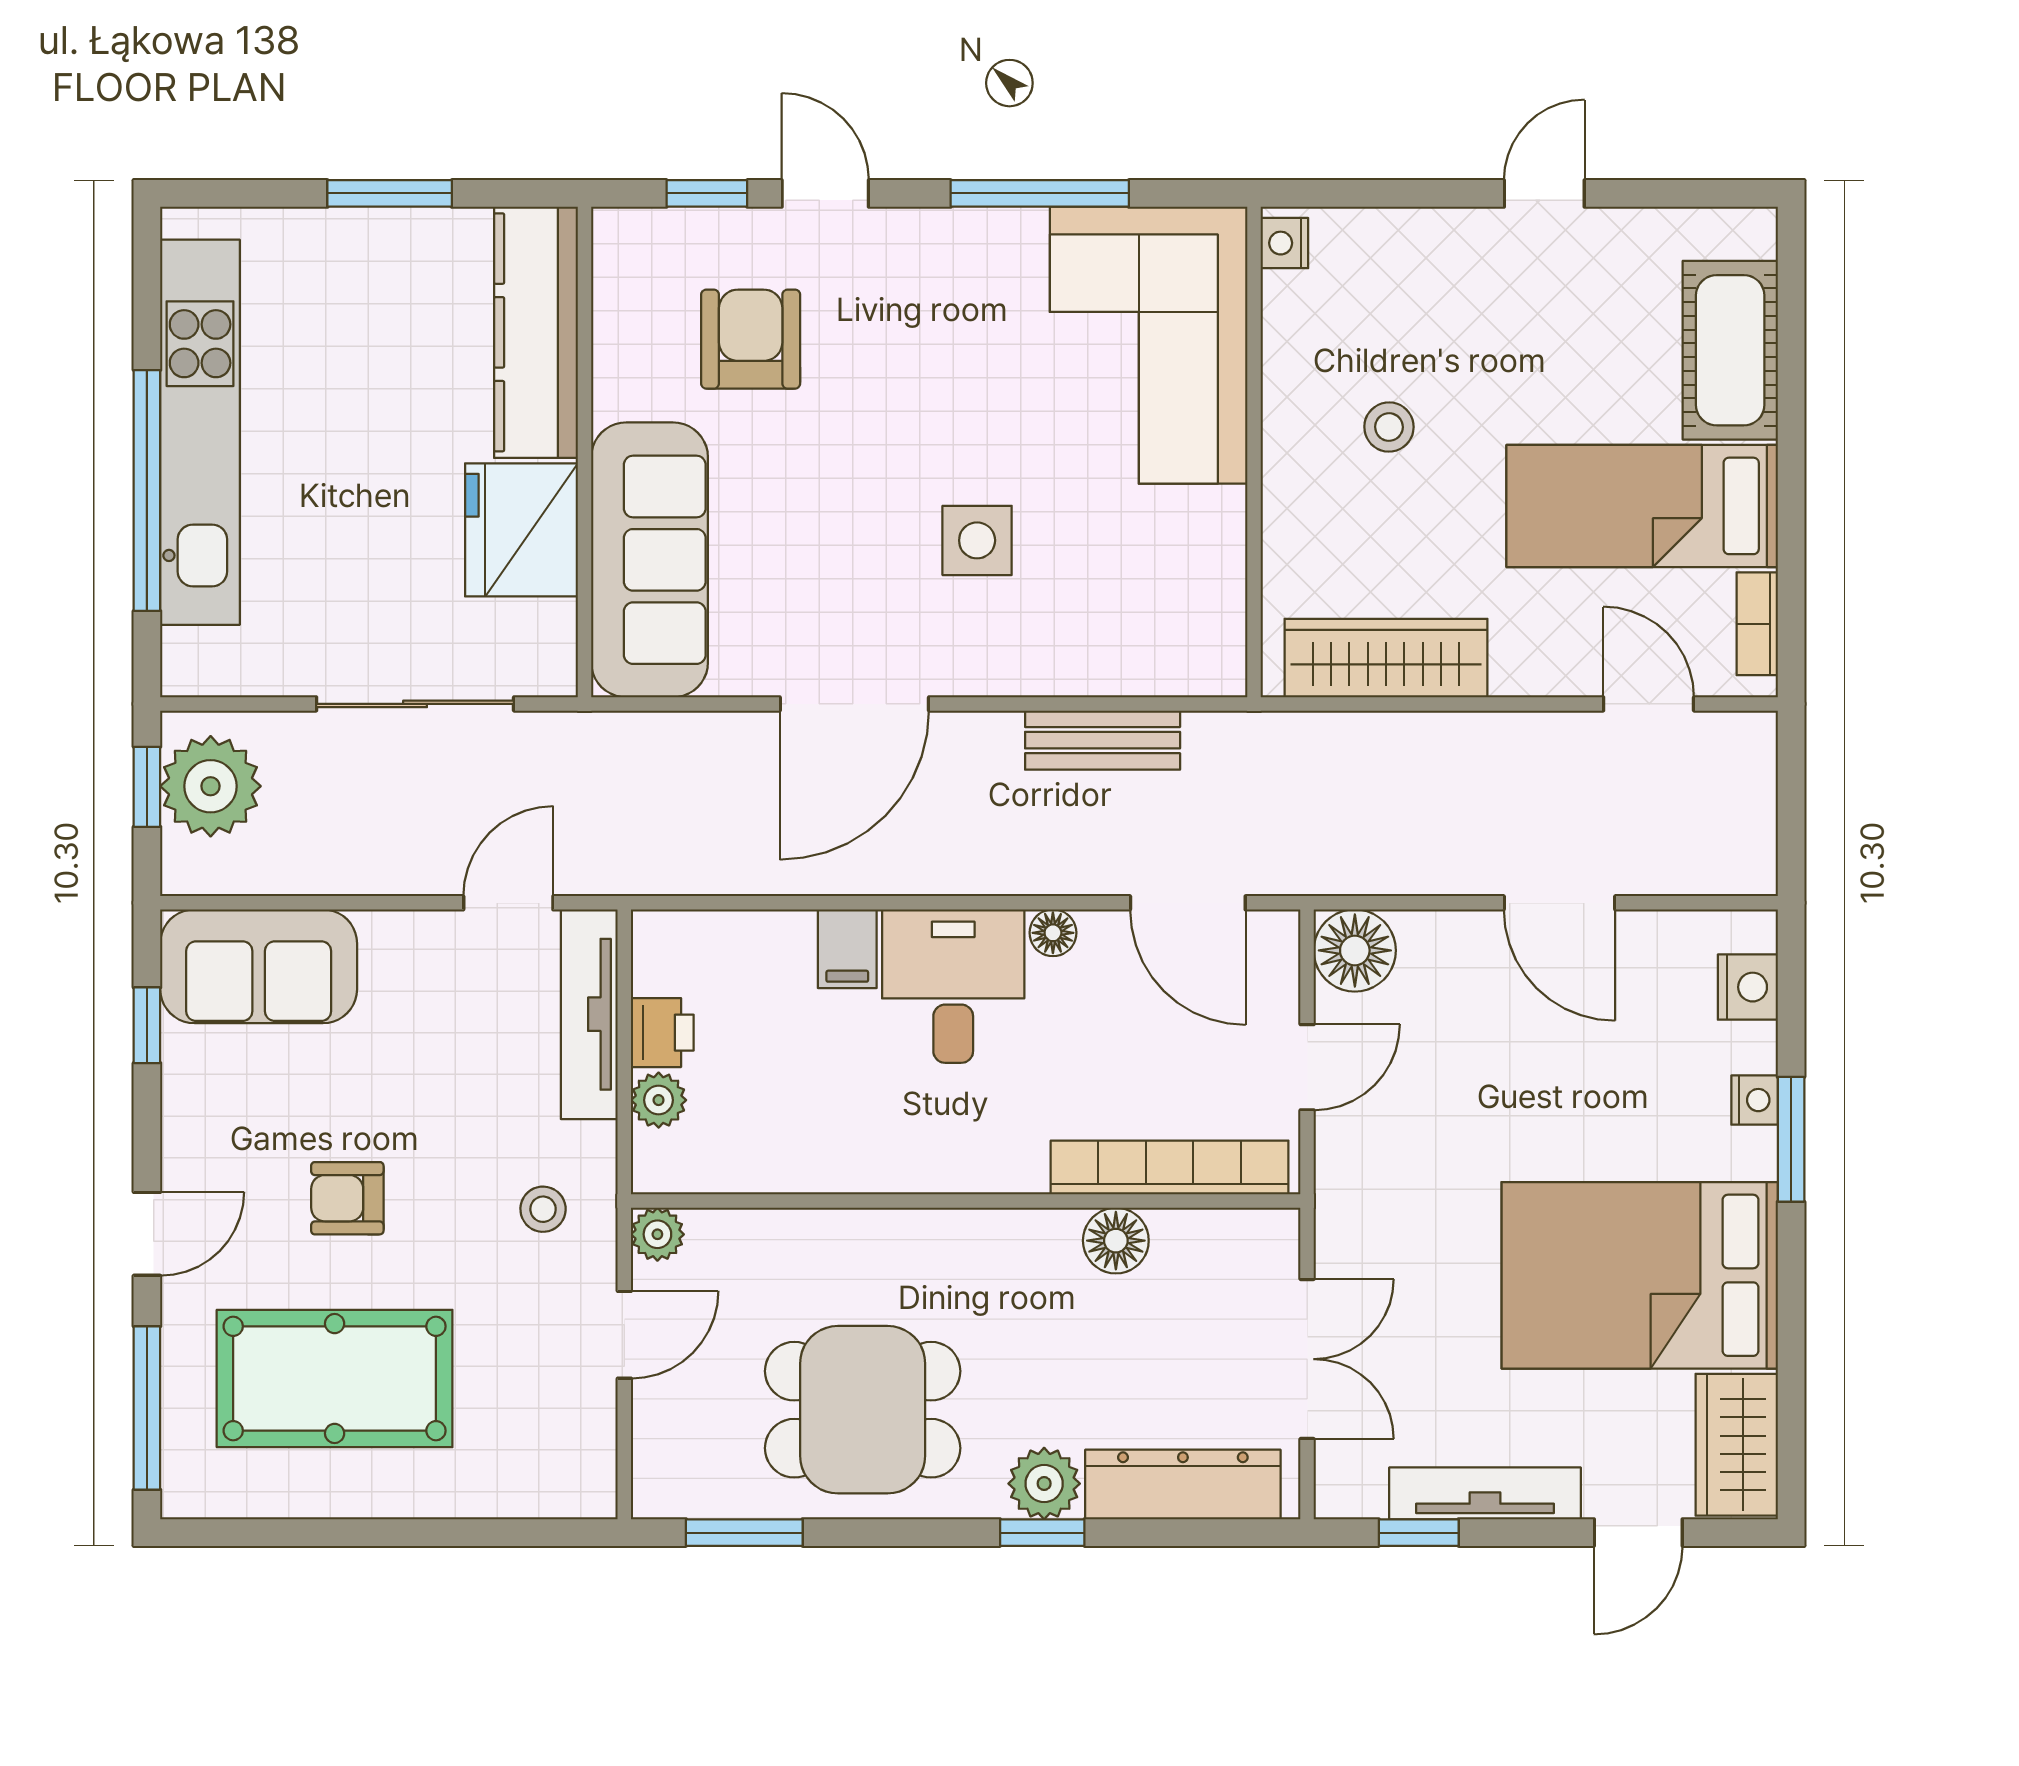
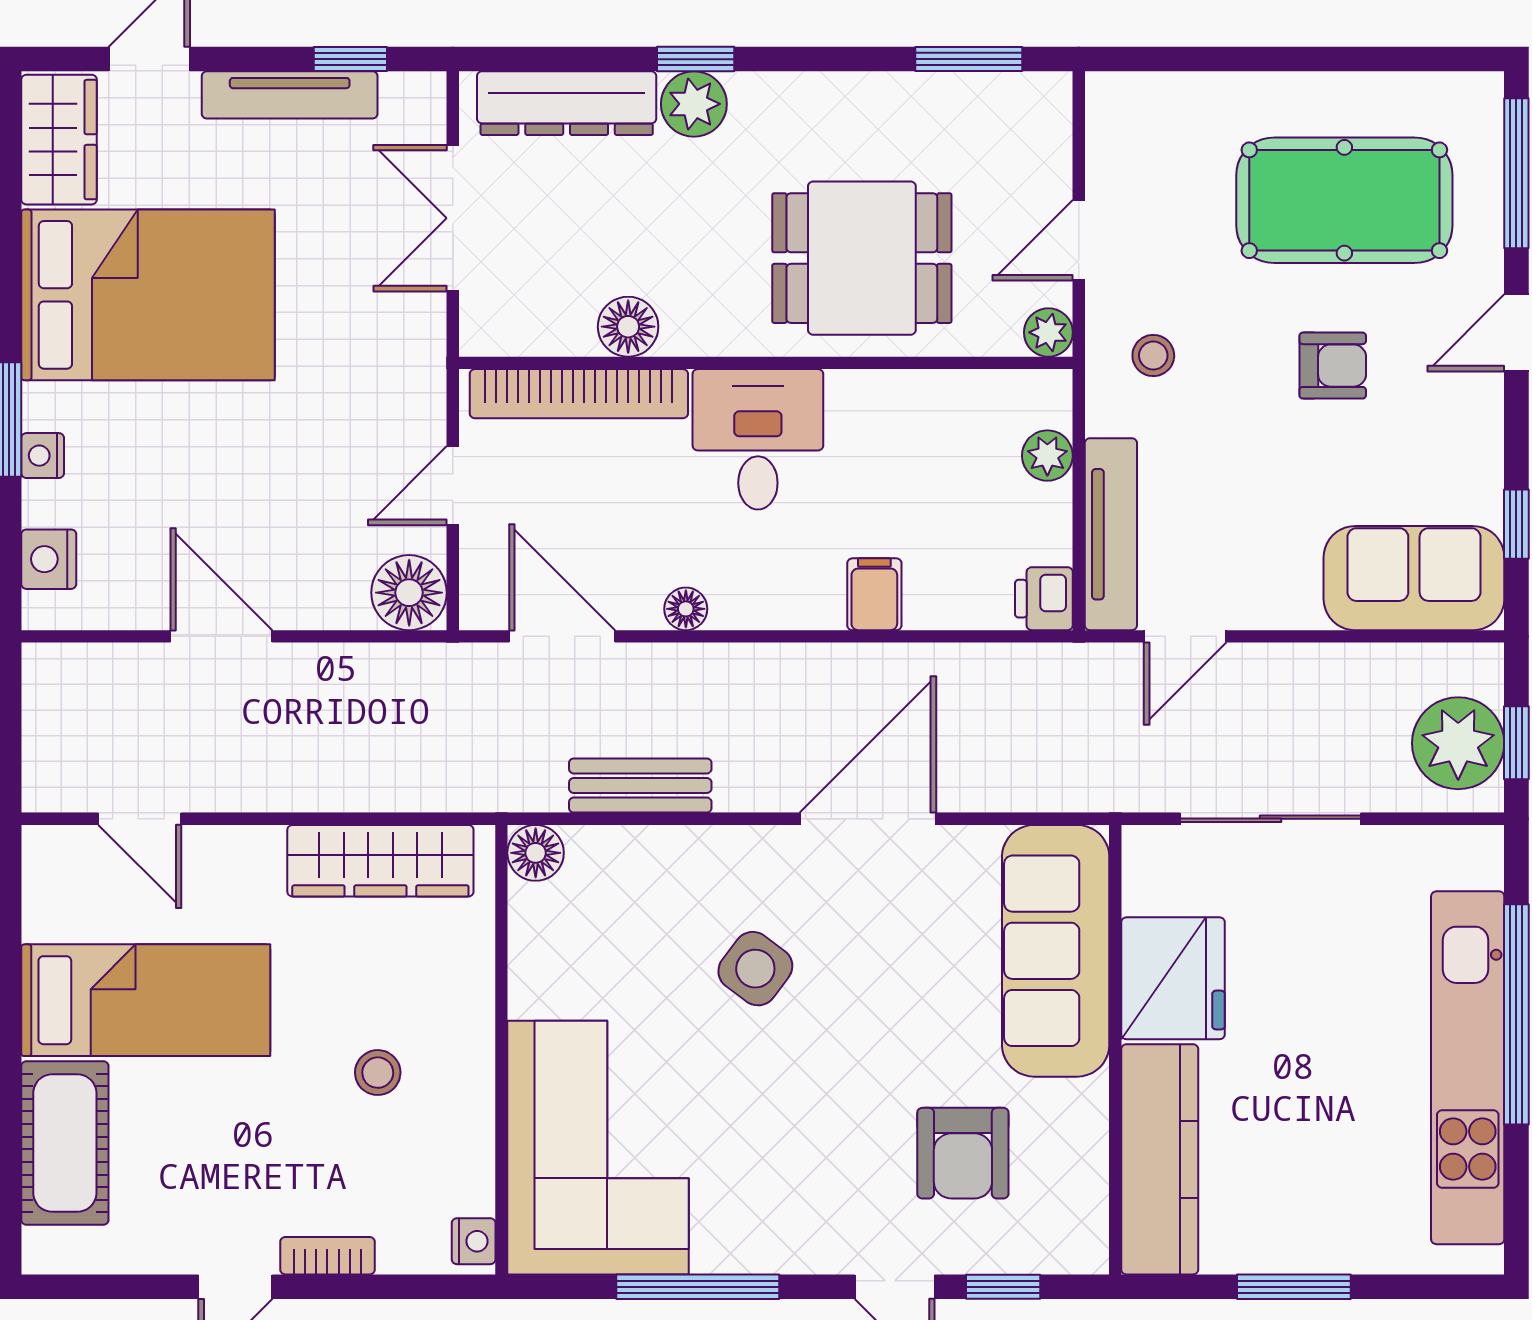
side table: (977, 540) -> (755, 969), turned 37
bookcase: (1757, 624) -> (327, 1256), moved, turned -90
floor lamp: (1217, 667) -> (536, 853), added
desk: (953, 986) -> (758, 439), moved, turned 180
printer: (662, 1033) -> (1044, 599), moved
dining table: (863, 1410) -> (862, 258), moved

